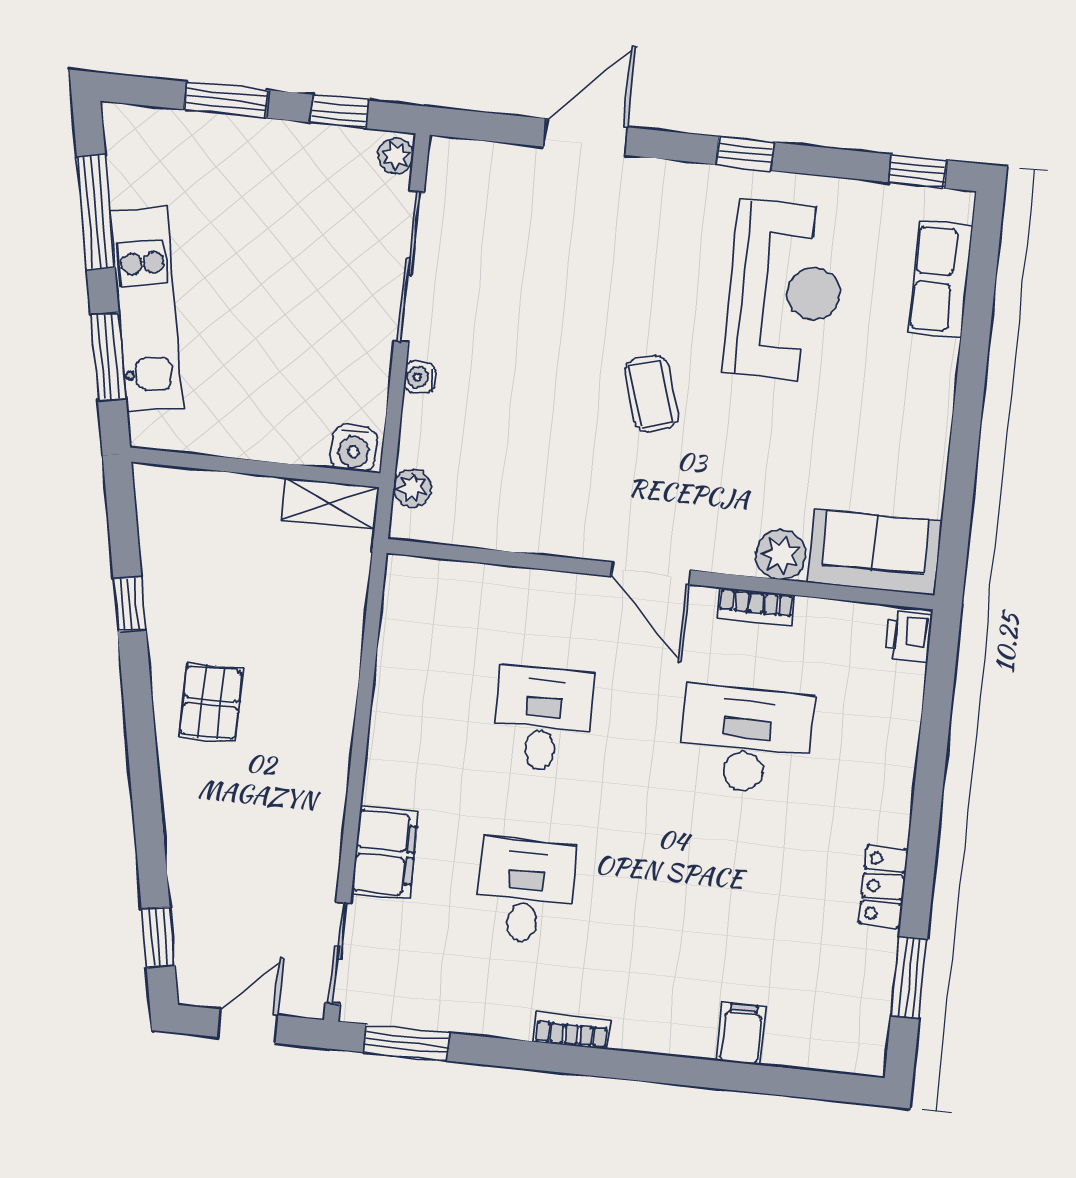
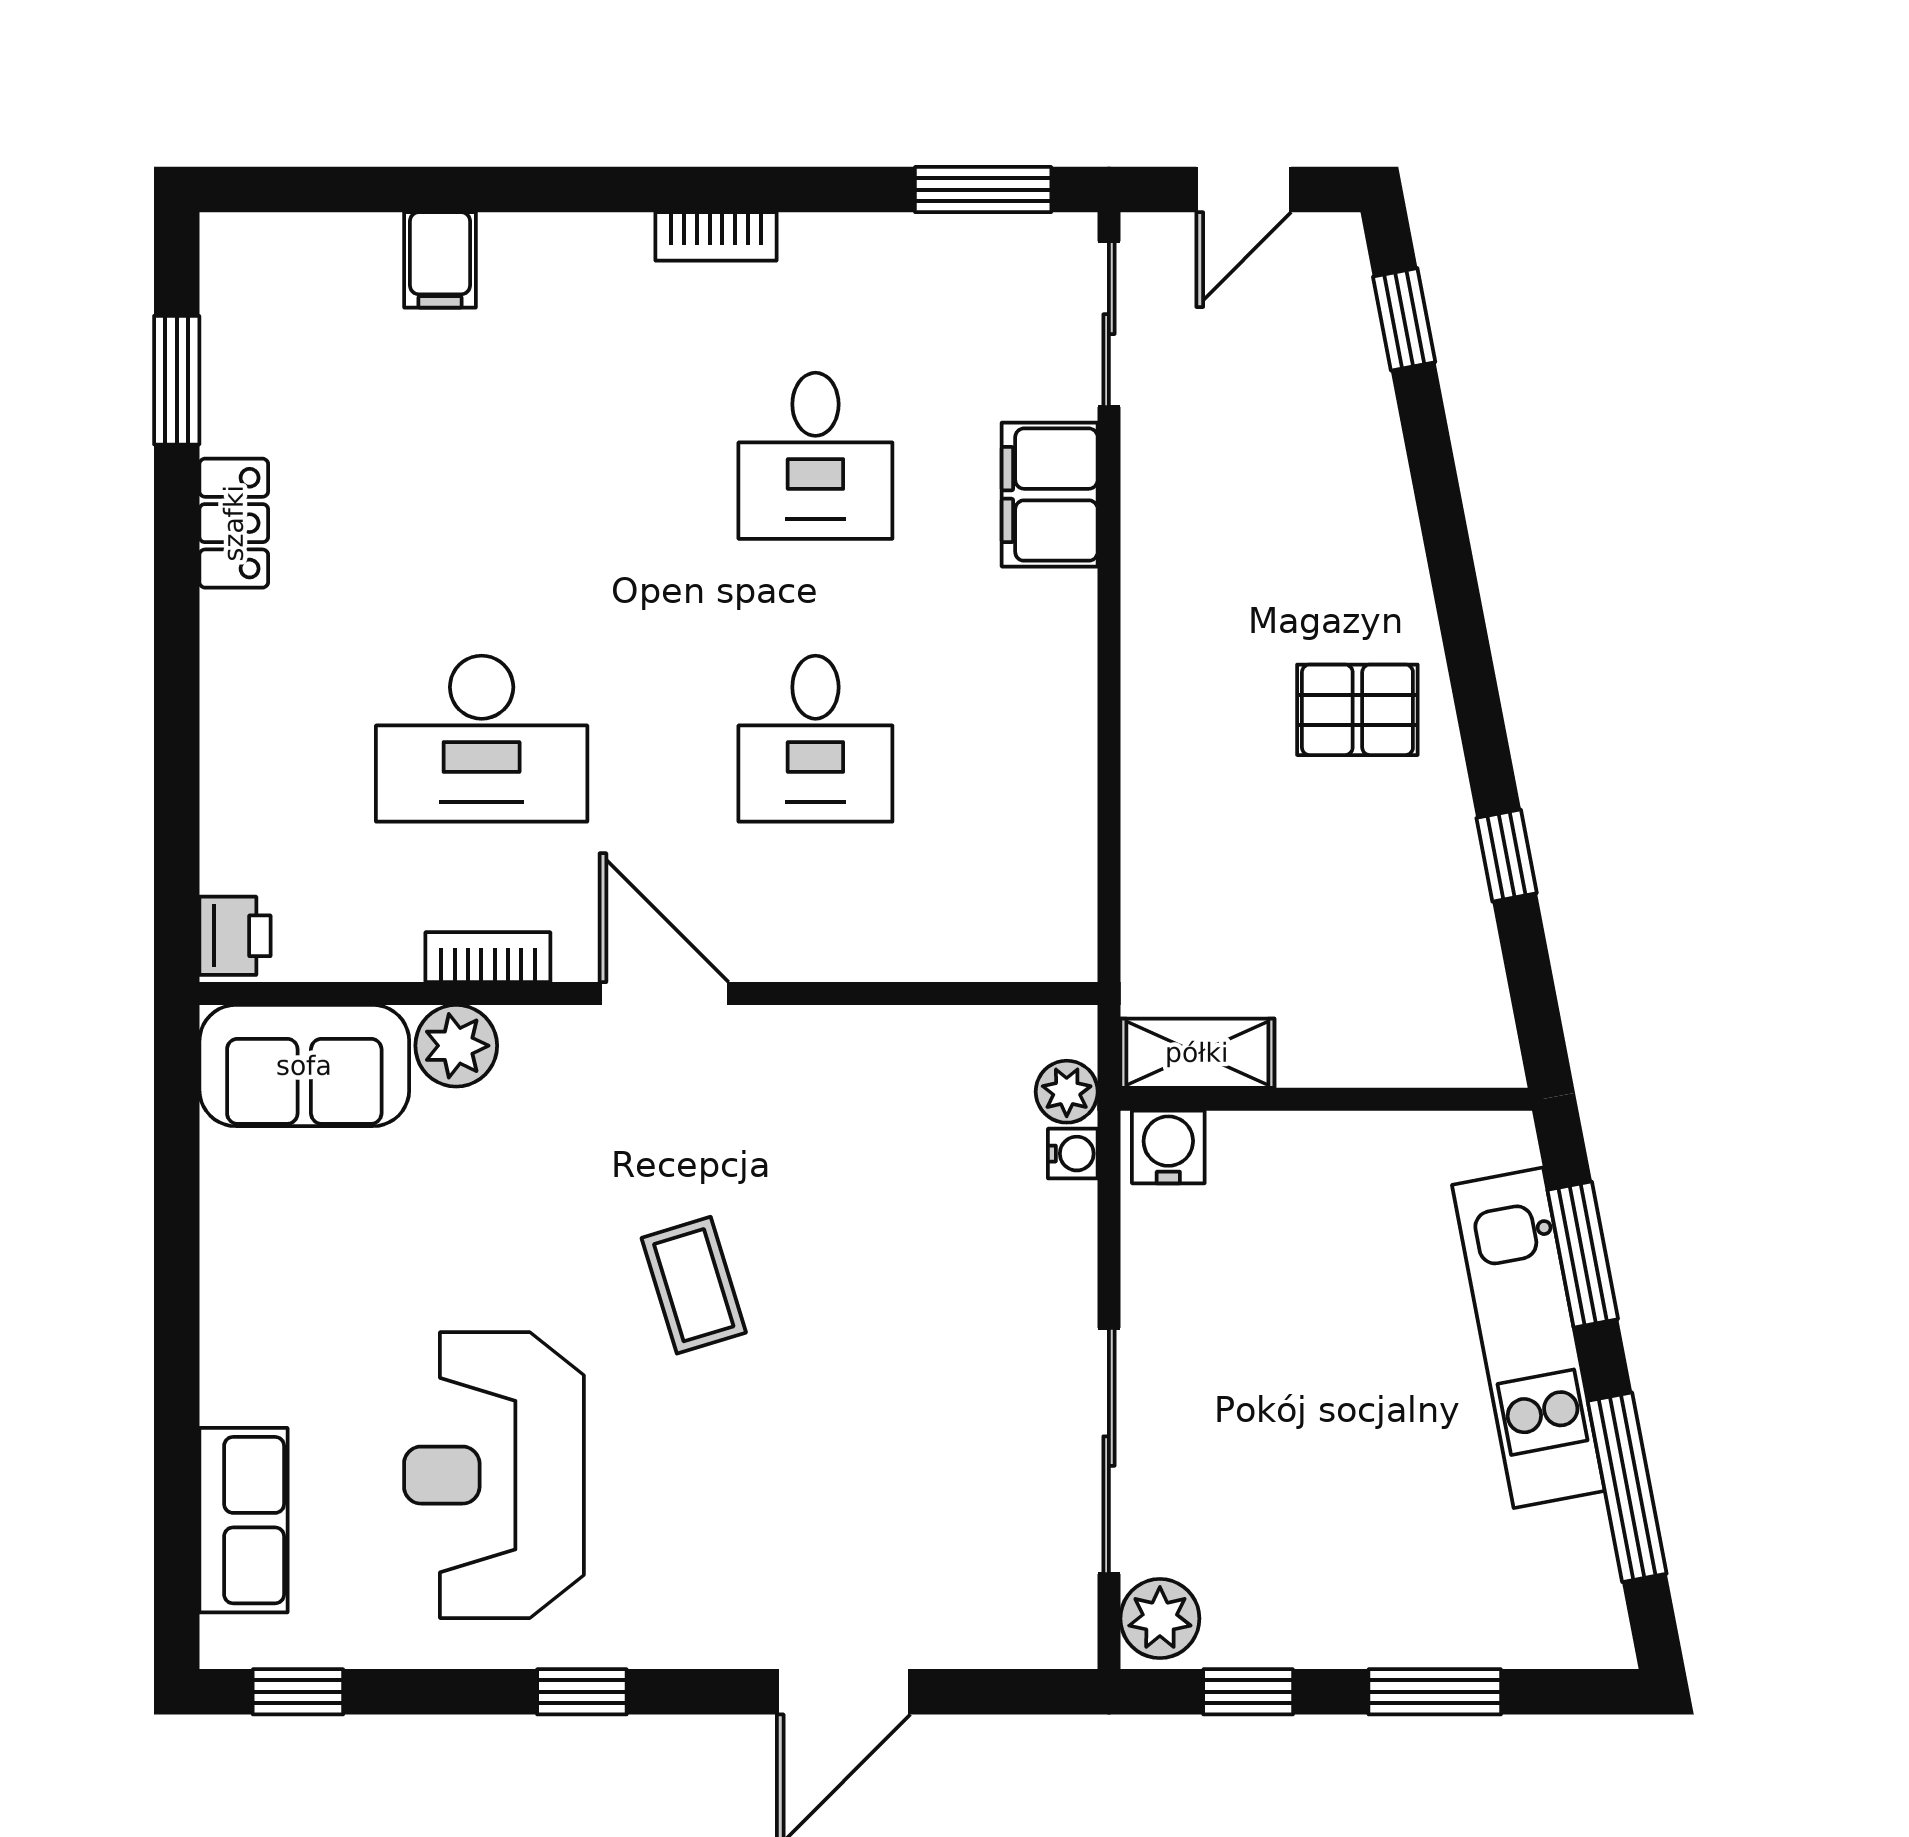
plant: (396, 156) -> (1160, 1619), width x1.38, depth x1.38
water cooler: (420, 377) -> (1073, 1154), moved
pallet: (211, 702) -> (1357, 710), turned 90

